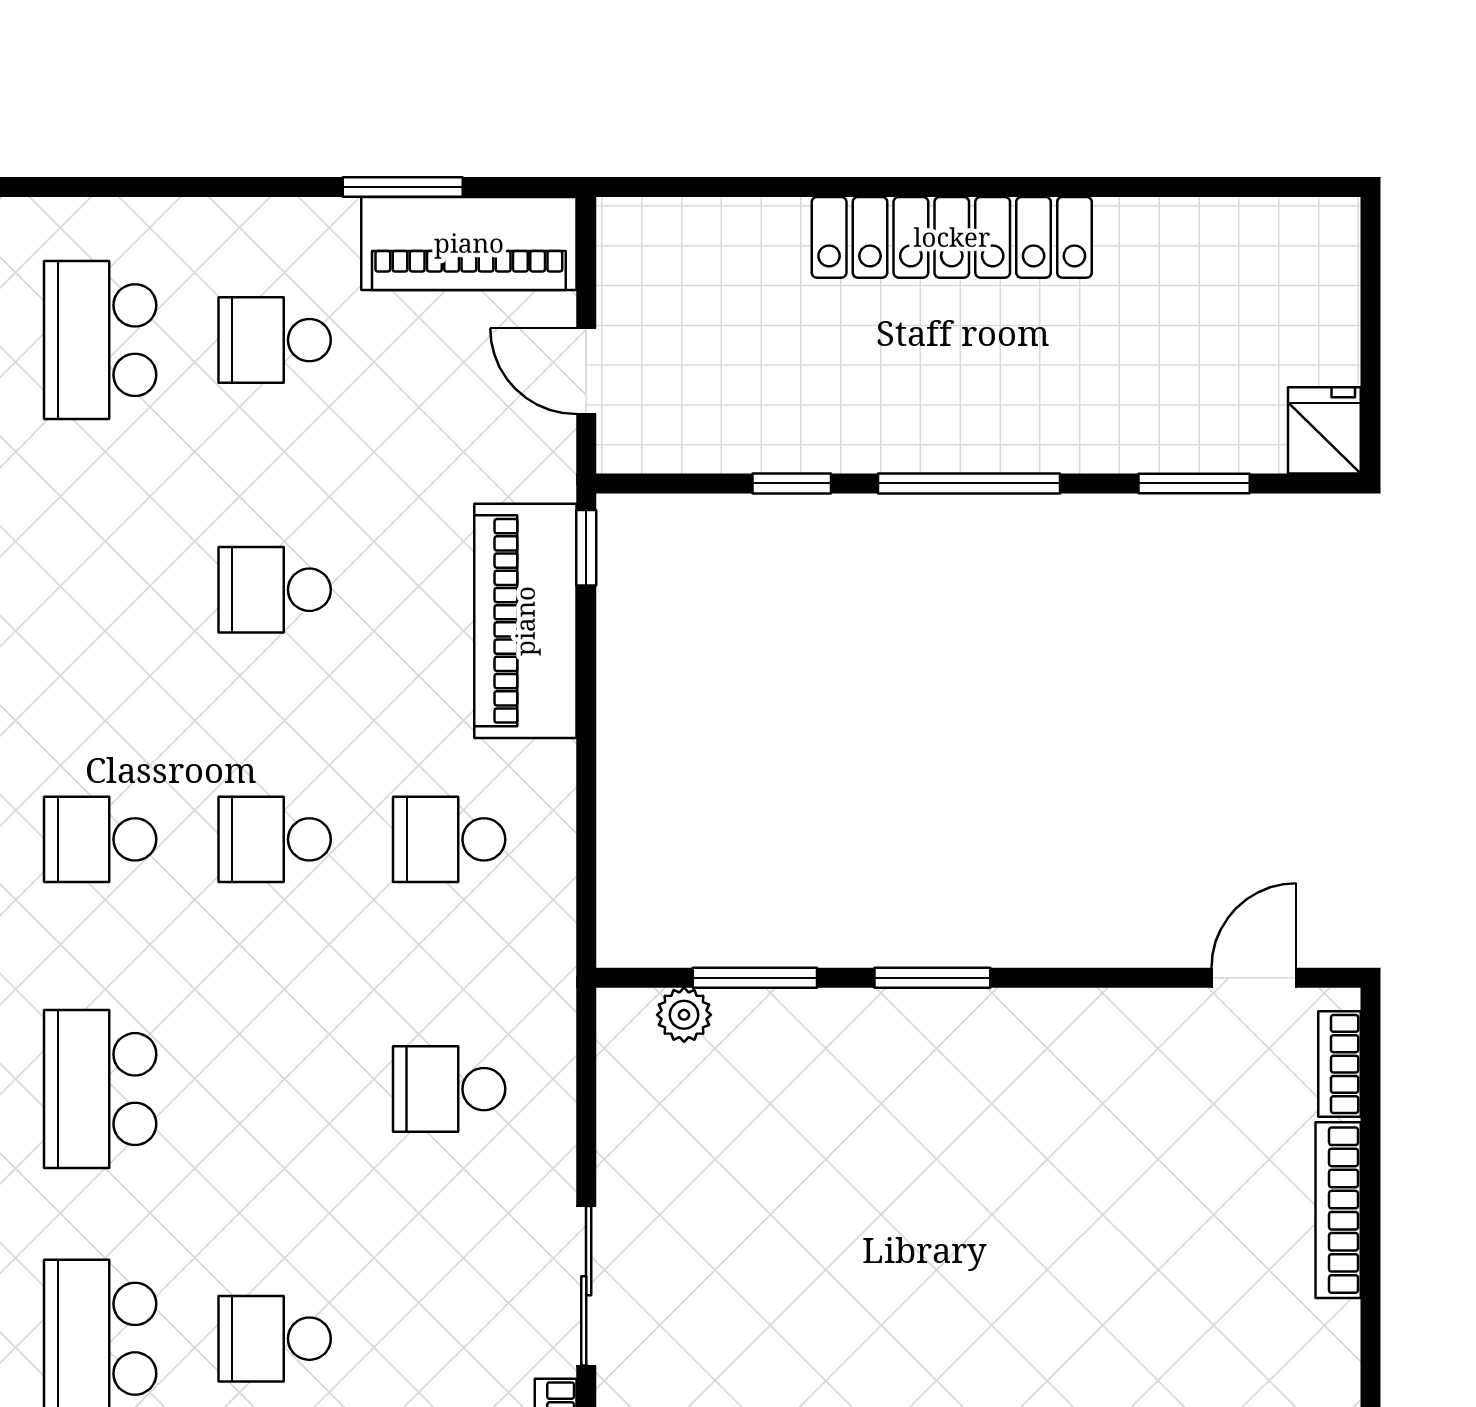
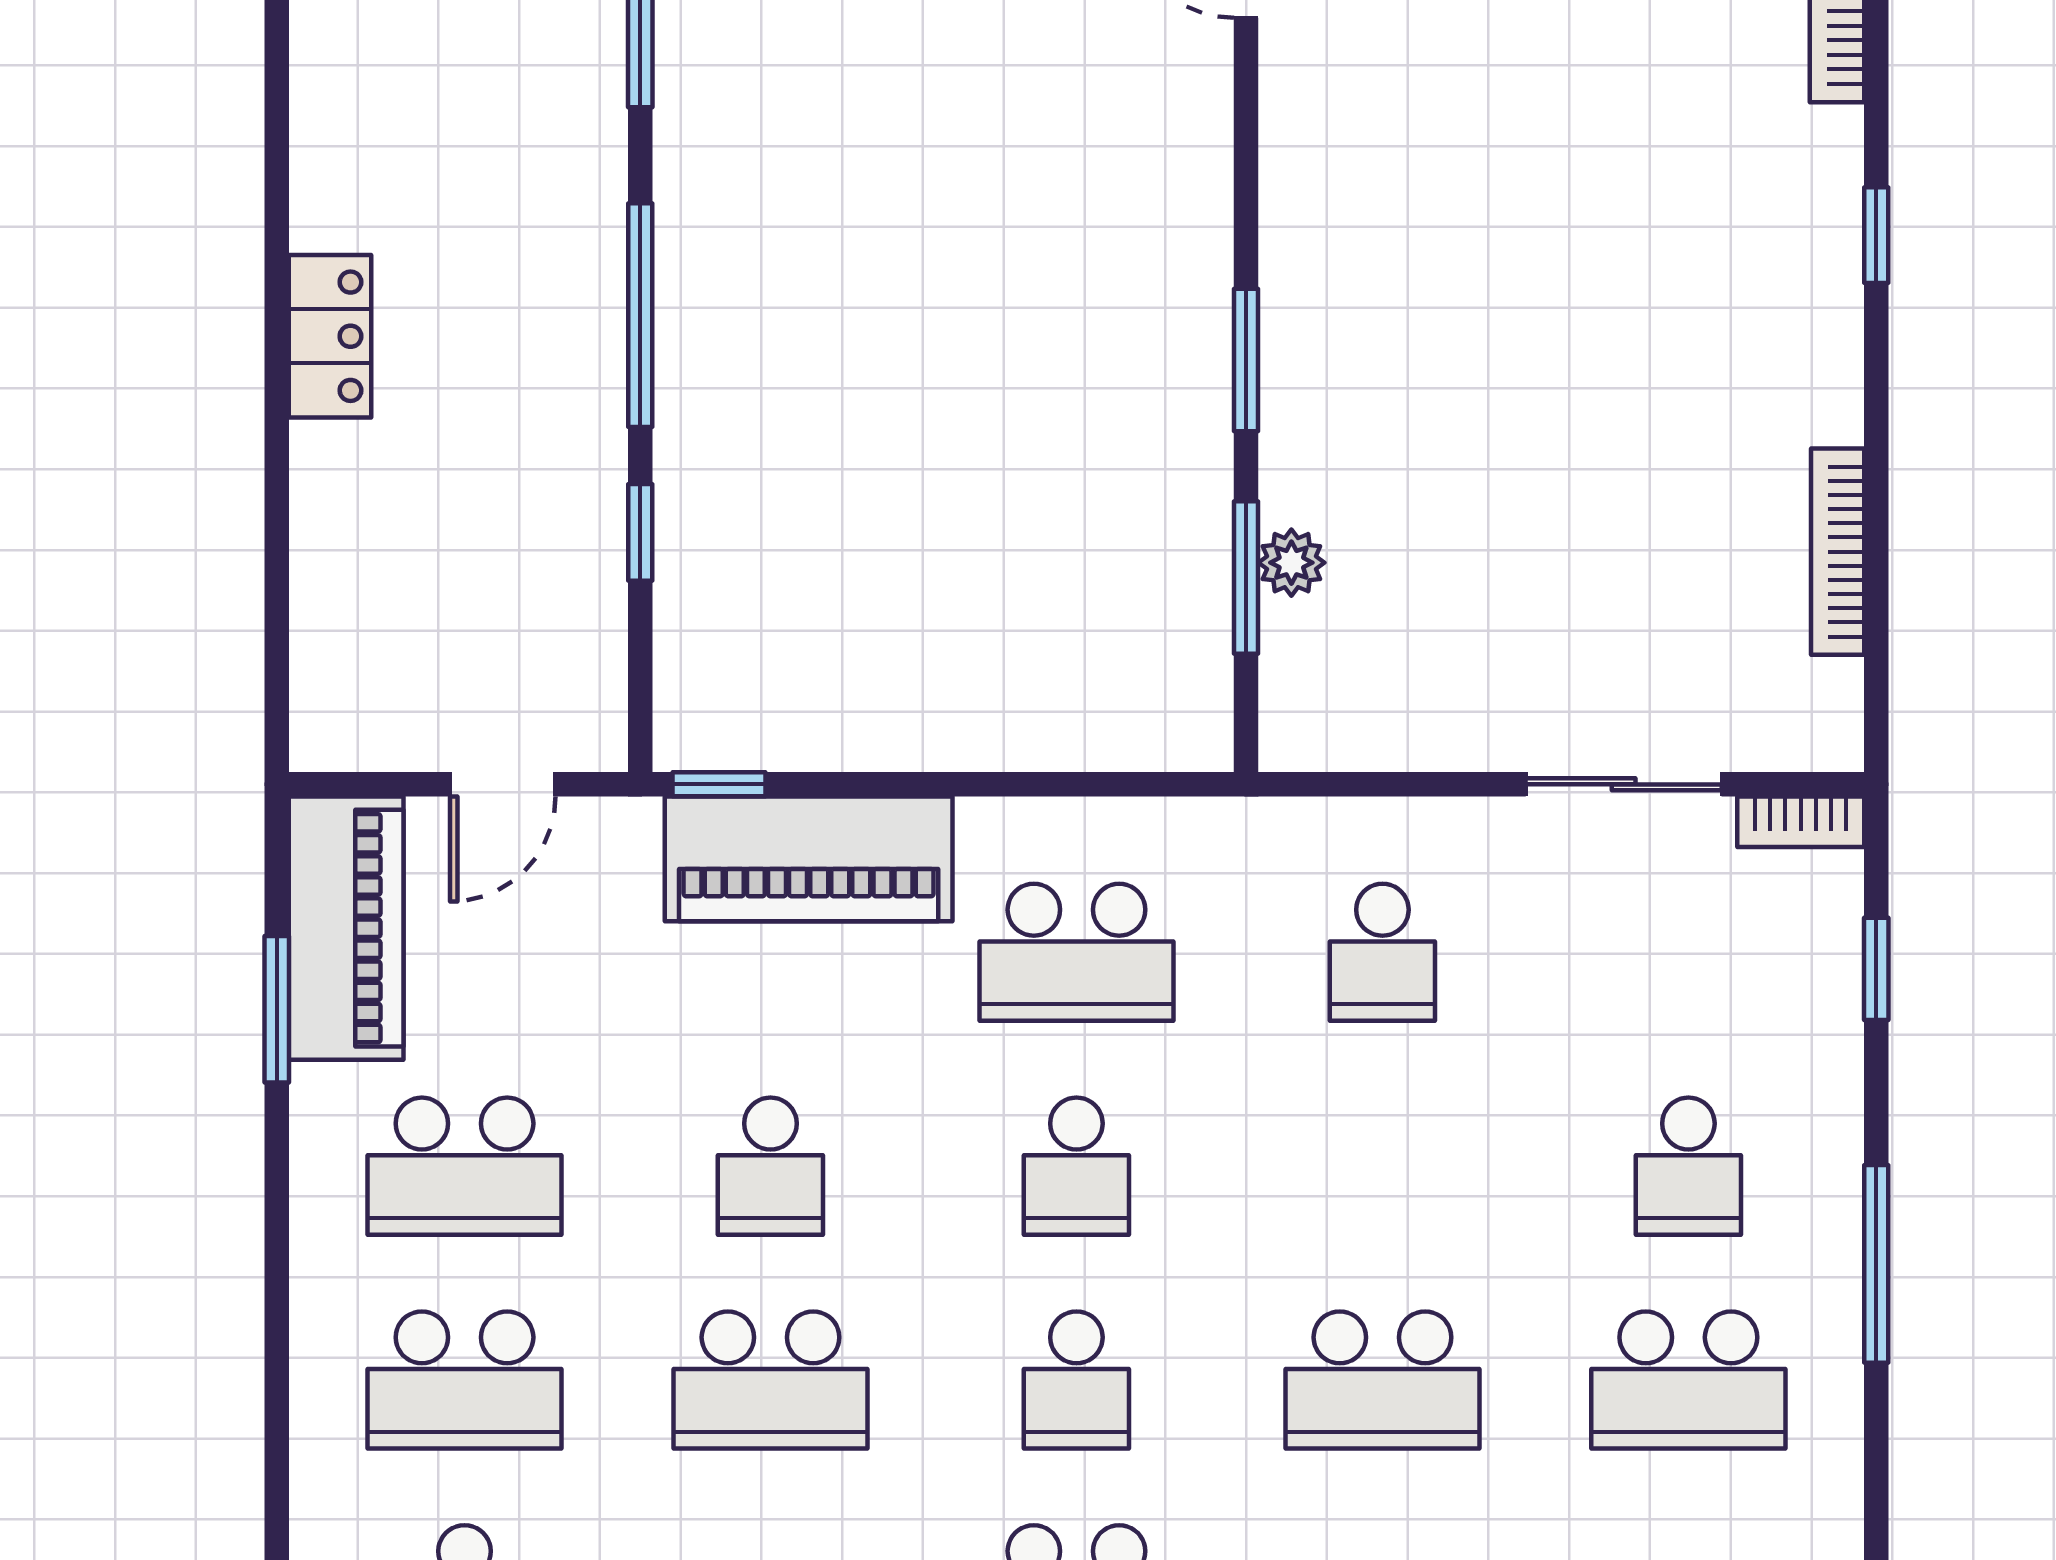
locker: (952, 237) -> (330, 336), width x0.46, depth x0.83
school desk: (275, 340) -> (465, 1166), width x1.85
school desk: (100, 590) -> (770, 1380), added
school desk: (449, 839) -> (1076, 952), width x1.85
plant: (684, 1015) -> (1291, 563), moved

